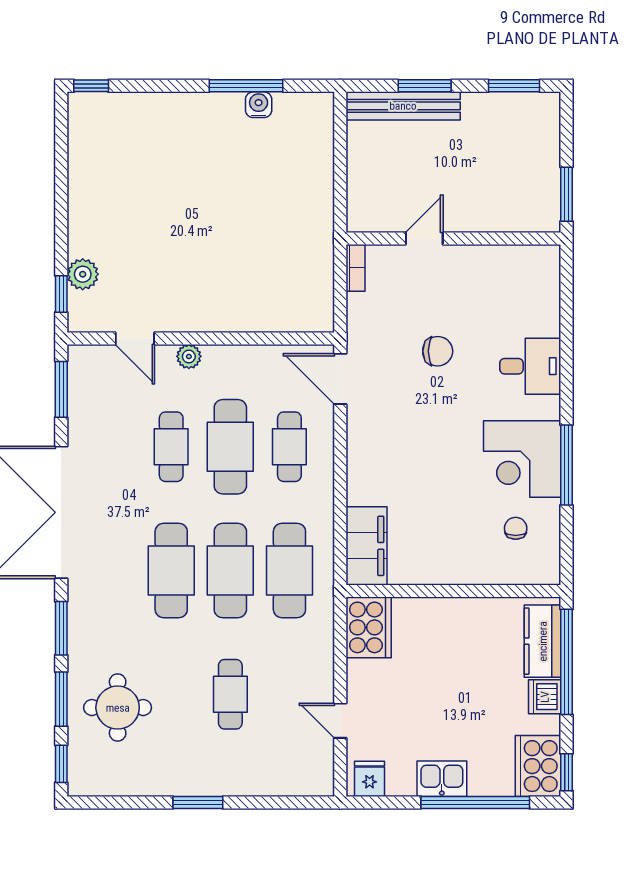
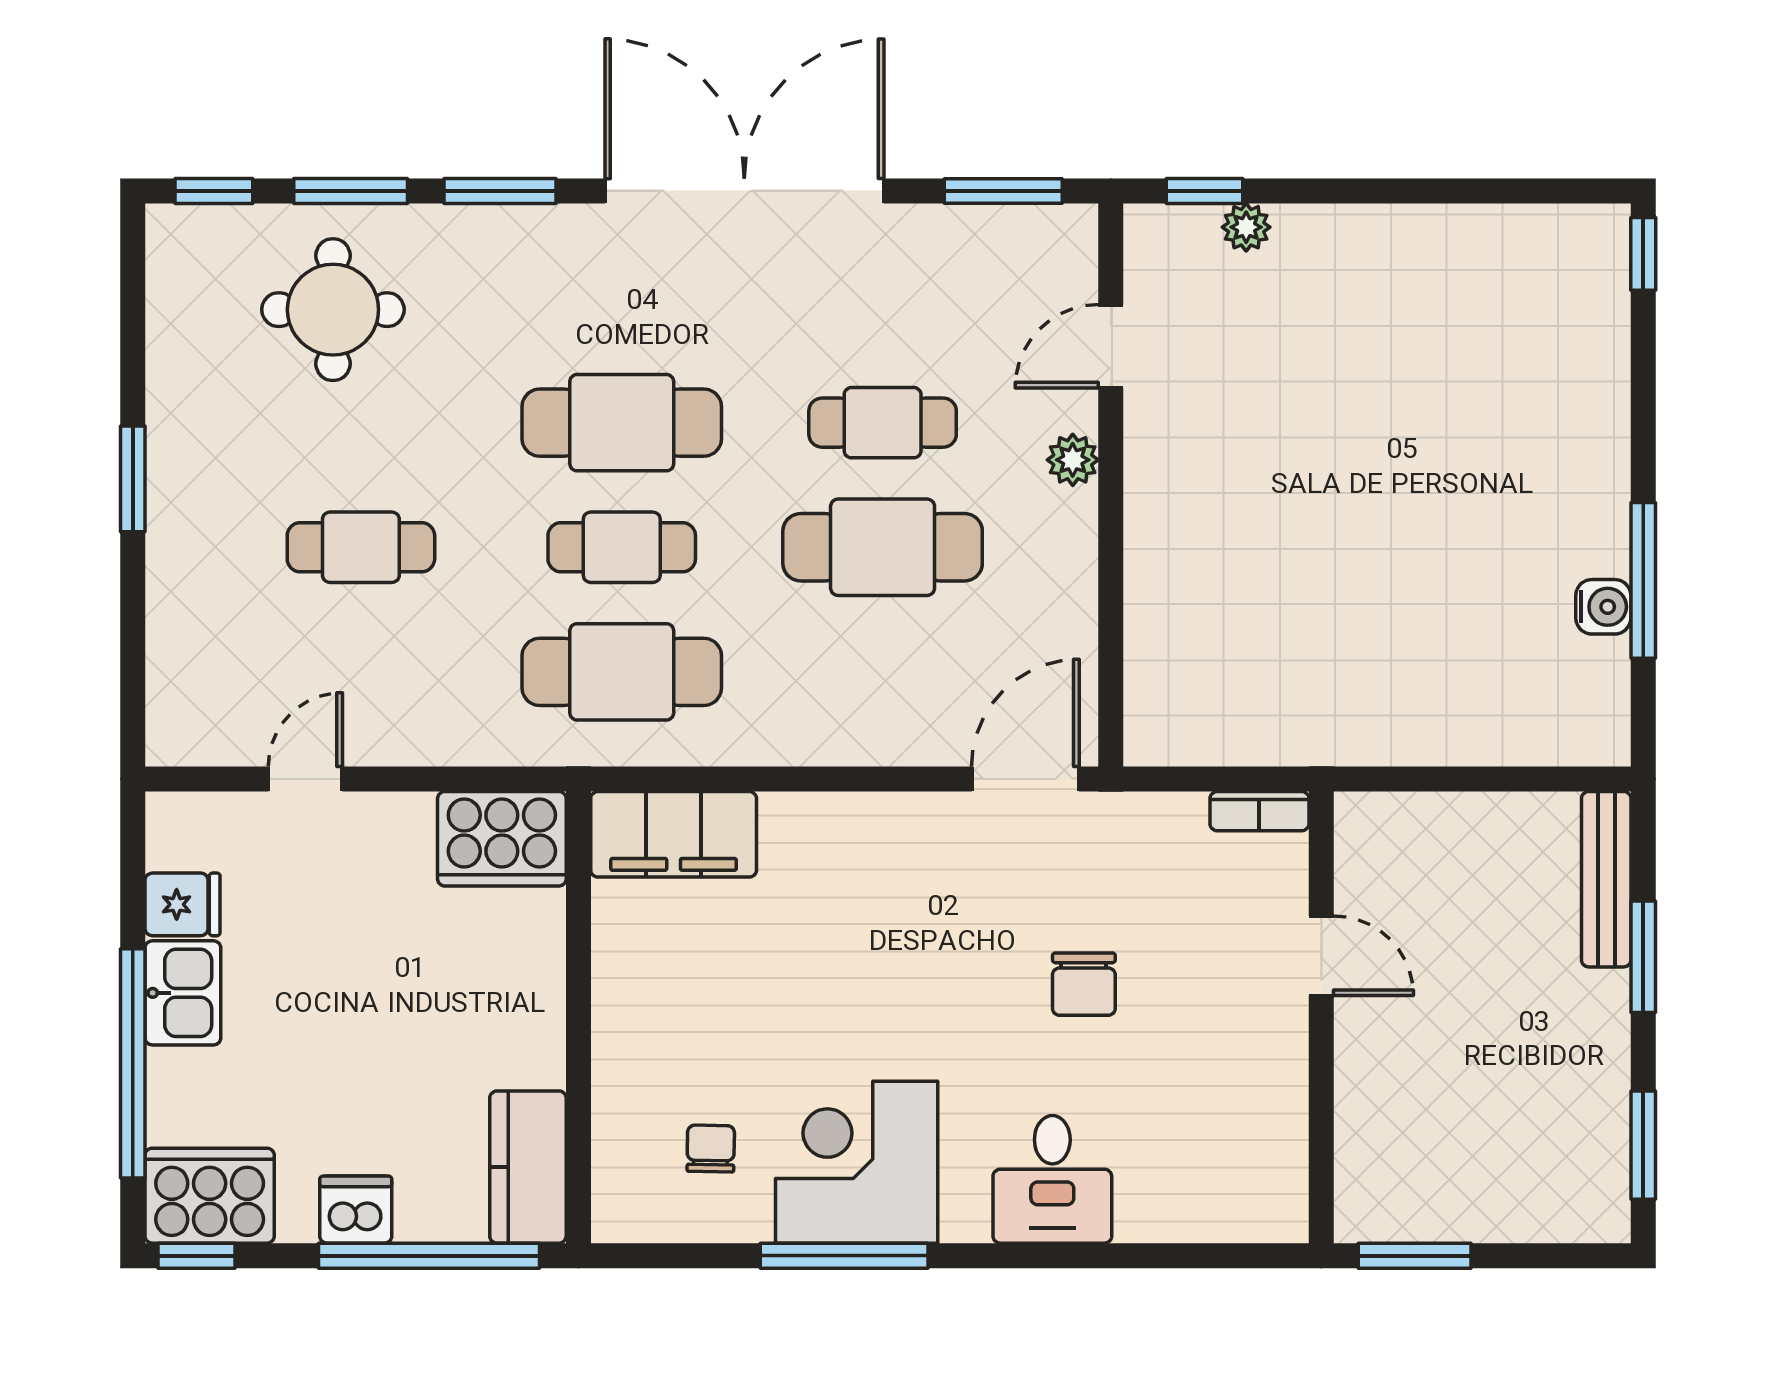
bench: (403, 106) -> (1606, 879), width x0.73, depth x0.82
plant: (83, 274) -> (1246, 227), width x0.73, depth x0.73
cafe table: (289, 447) -> (883, 672), removed
chair: (516, 528) -> (711, 1149), turned -89
cafe table: (230, 570) -> (622, 547), width x0.73, depth x0.74
kitchen counter: (543, 641) -> (528, 1167), moved, turned -90
fridge: (370, 779) -> (183, 904), moved

